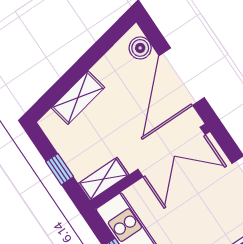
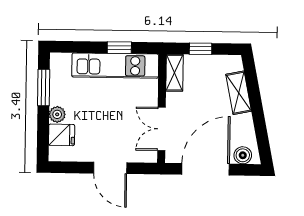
door: (182, 77) -> (206, 169), hinge flipped
double door: (172, 152) -> (161, 129), width x0.73

